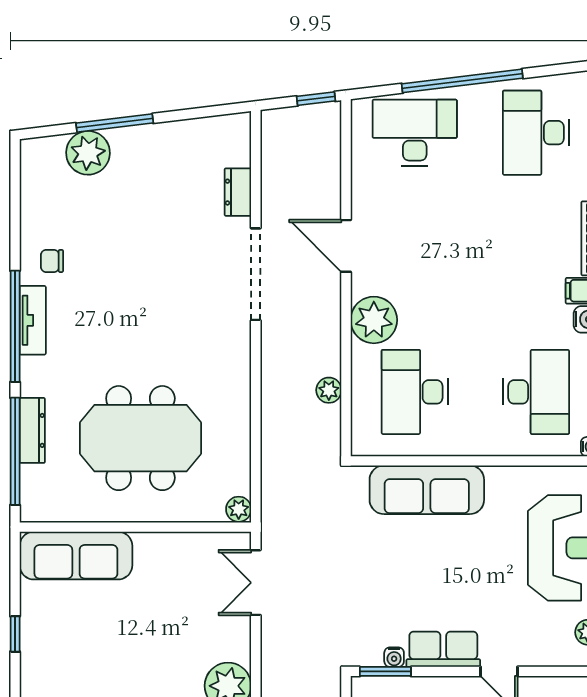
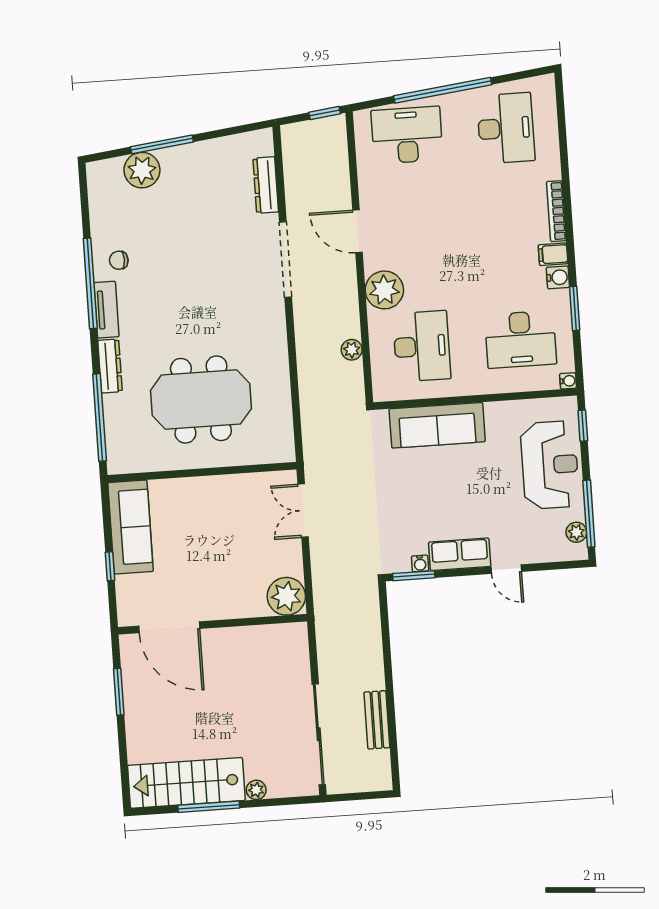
desk: (536, 133) -> (506, 128), turned 180
dresser: (238, 192) -> (266, 185), width x1.44
window: (15, 326) -> (90, 283), moved
desk: (415, 392) -> (422, 346), turned 180
desk: (536, 392) -> (521, 339), turned 90
dresser: (32, 430) -> (110, 366), moved
plant: (239, 509) -> (285, 452), removed
sofa: (76, 556) -> (131, 527), moved, turned -90

